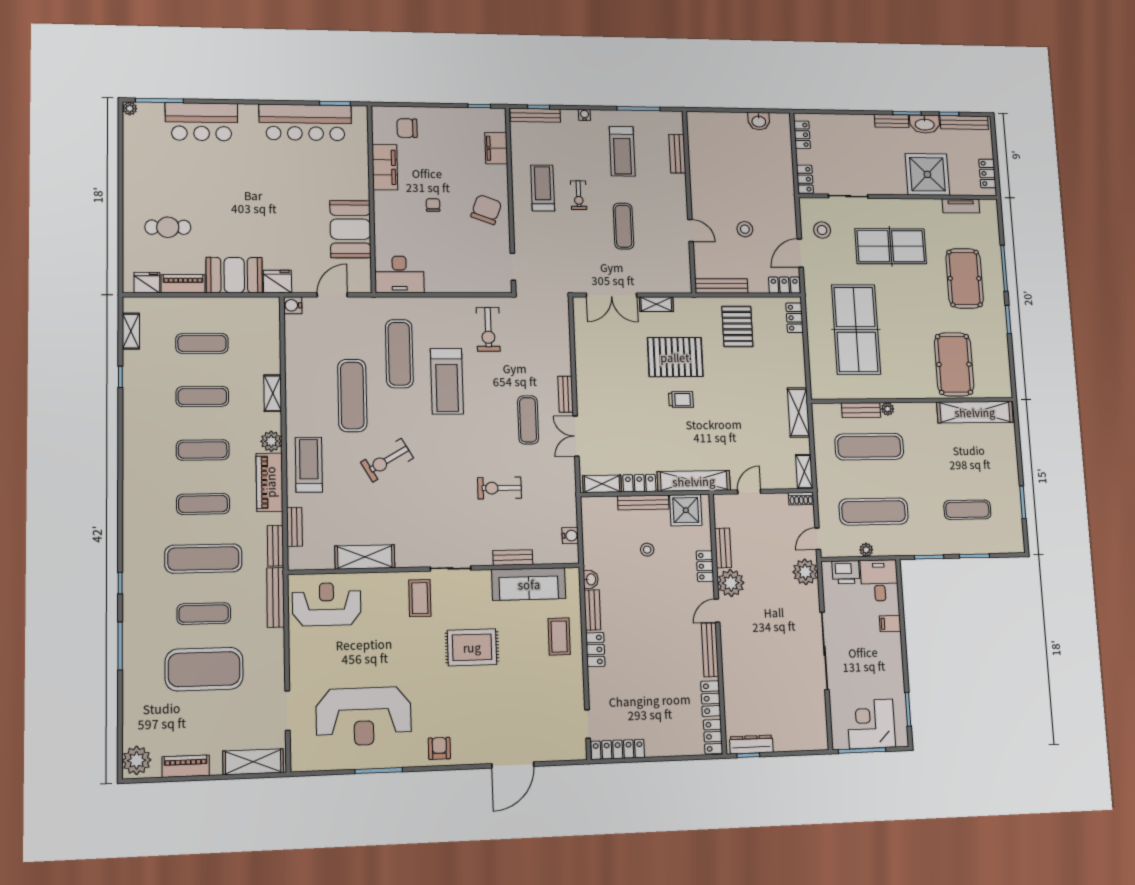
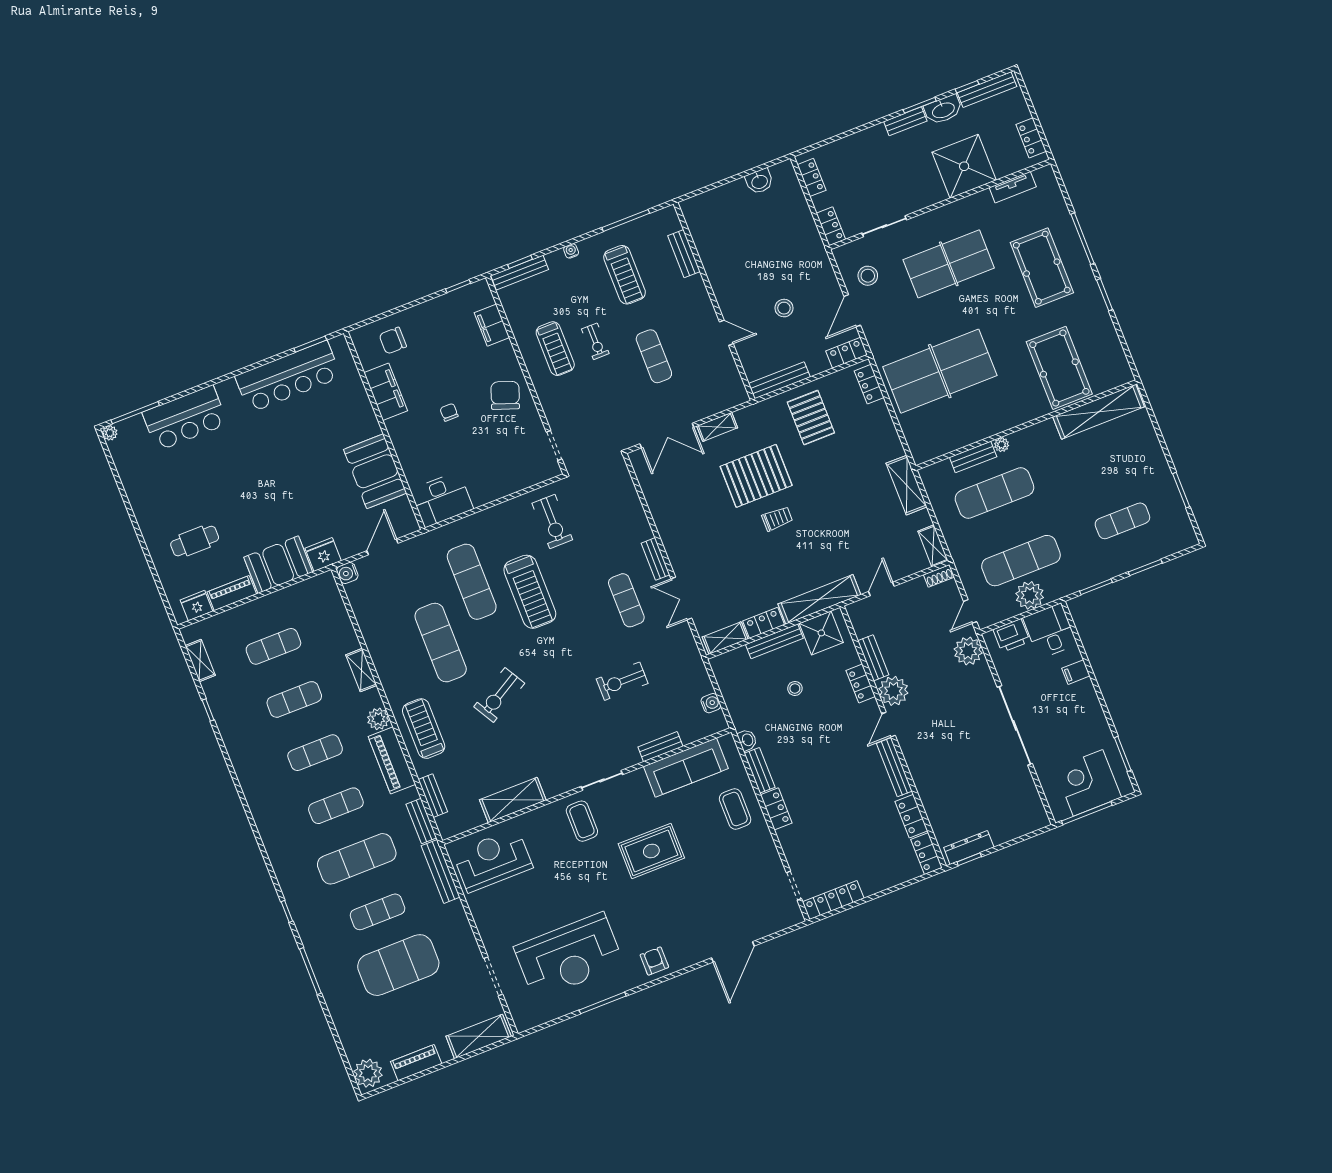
treadmill: (543, 188) -> (555, 349), turned 180
table tennis table: (856, 329) -> (940, 371), turned 90
plant: (866, 550) -> (1030, 595), width x1.88, depth x1.88

